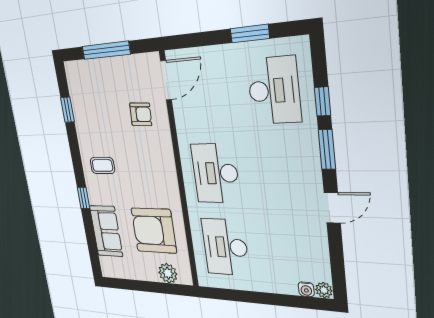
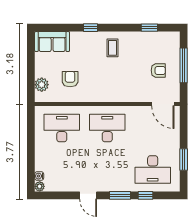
armchair: (141, 114) -> (158, 70), moved, turned -93
sofa: (106, 231) -> (52, 42), moved
armchair: (154, 231) -> (70, 79), width x0.53, depth x0.53

